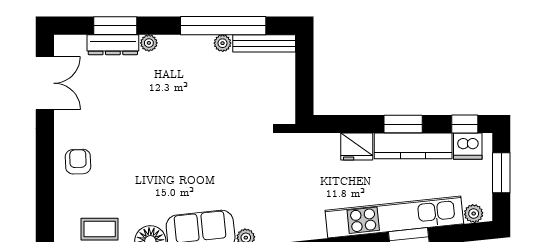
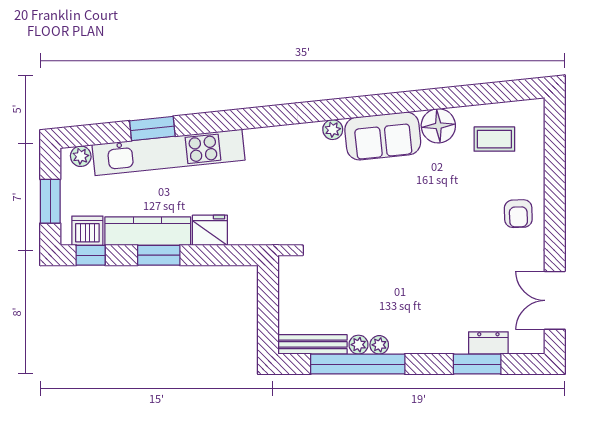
plant: (149, 43) -> (379, 345), moved
dresser: (113, 45) -> (488, 343), width x0.70

